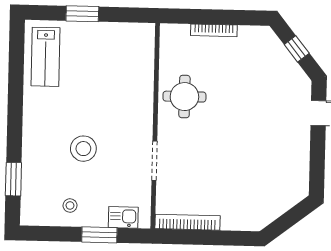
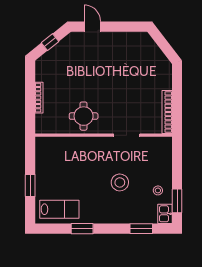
window: (16, 90) -> (82, 229), added
kitchen sink: (123, 217) -> (165, 214), moved
window: (99, 235) -> (177, 201), moved

